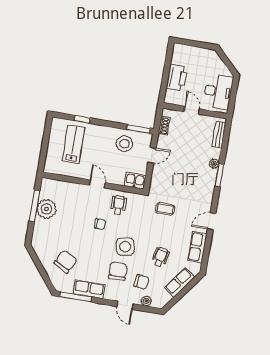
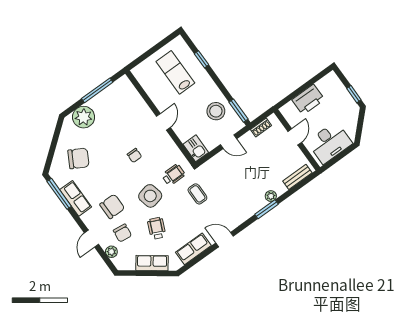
window: (203, 45) -> (354, 94), added
lab bench: (74, 144) -> (175, 72), turned -90
wheelchair: (119, 205) -> (173, 175), moved
plant: (46, 209) -> (84, 117), moved
side table: (125, 247) -> (150, 196), moved
wheelchair: (160, 257) -> (157, 228), turned -77

